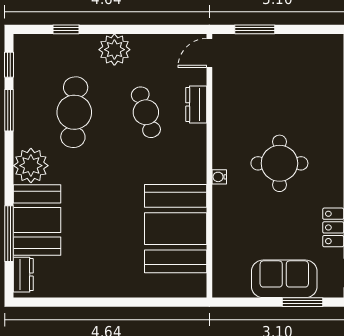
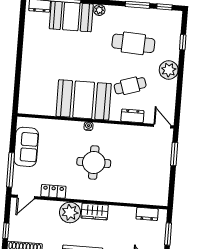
plant: (31, 166) -> (99, 10), width x0.53, depth x0.53
booth: (176, 229) -> (84, 100), moved
sofa: (284, 279) -> (26, 147), moved
window: (303, 302) -> (11, 170), width x1.44

